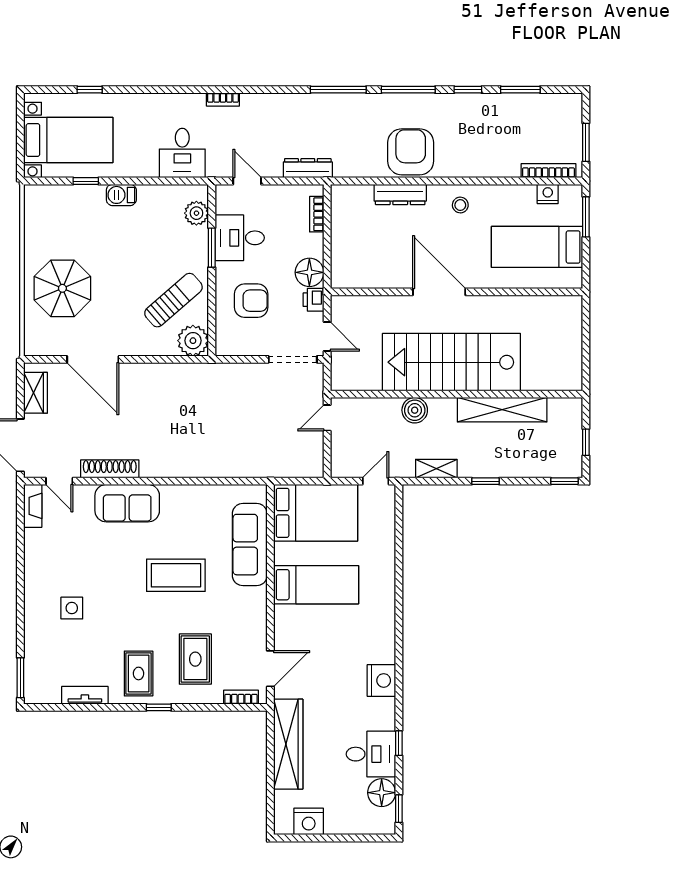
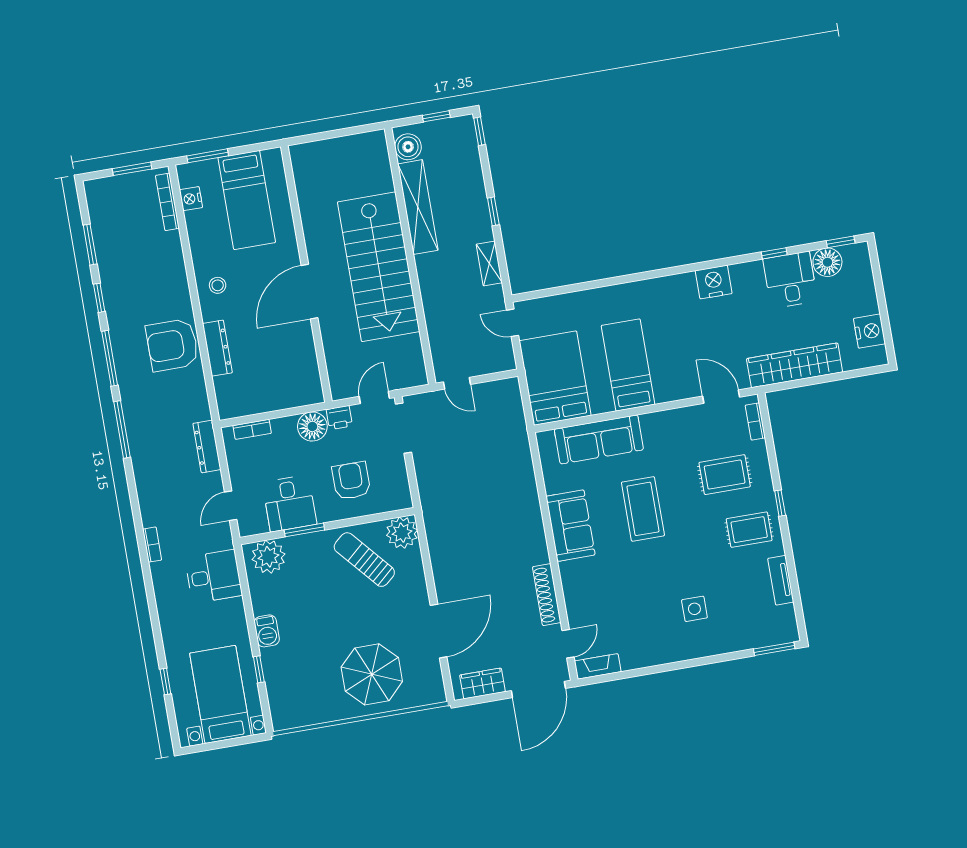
plant: (196, 213) -> (268, 557), width x1.36, depth x1.36
boiler: (415, 410) -> (408, 147), moved
sofa: (127, 503) -> (571, 526), moved

